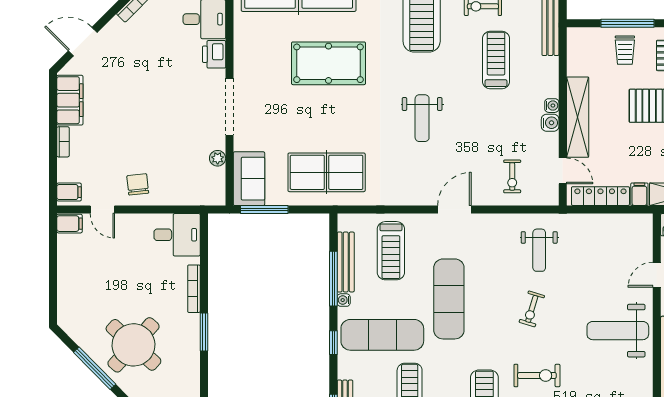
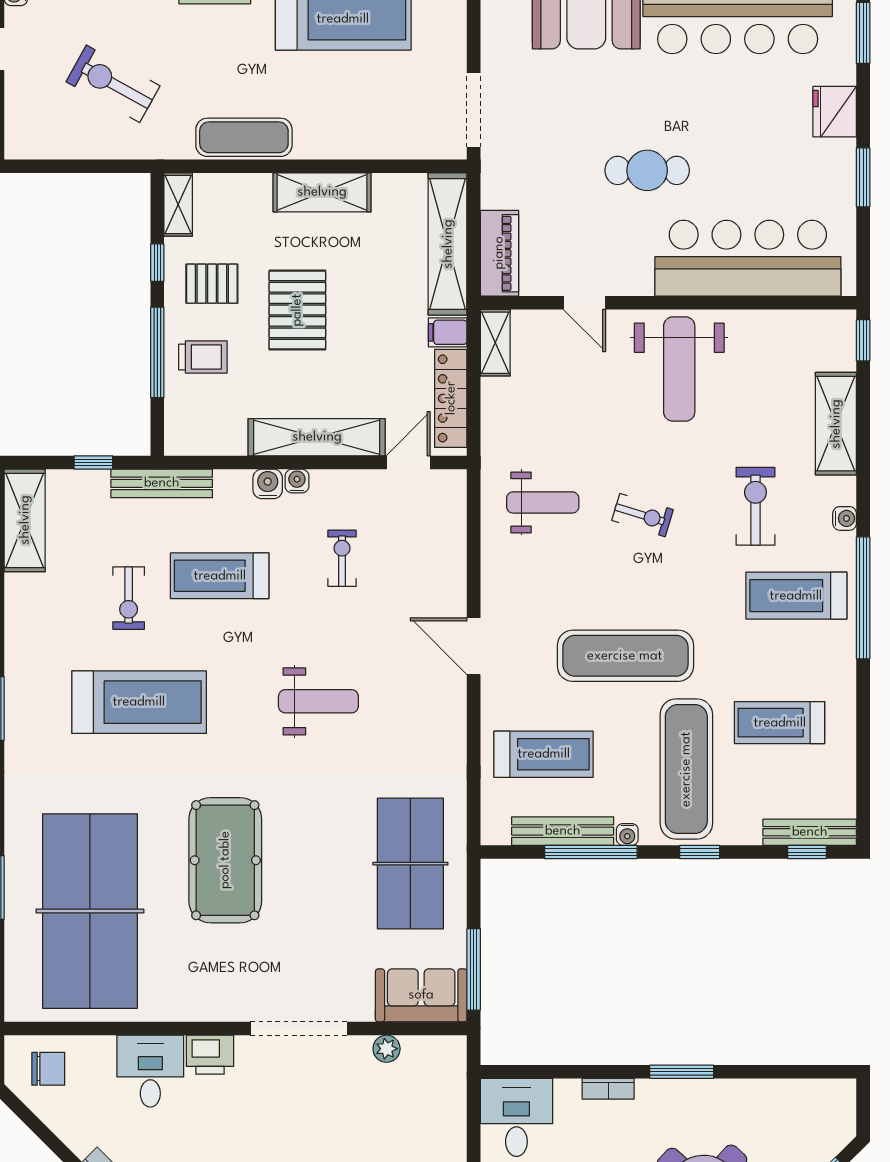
water cooler: (550, 123) -> (268, 484), moved
exercise bike: (512, 176) -> (342, 558), moved, turned -90
shelving: (633, 222) -> (495, 343), added
bookcase: (194, 289) -> (608, 1089), width x0.64

